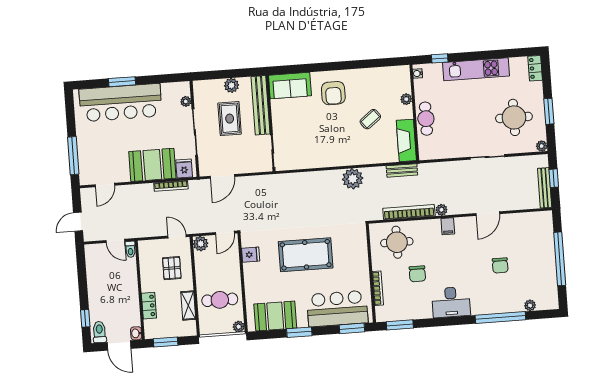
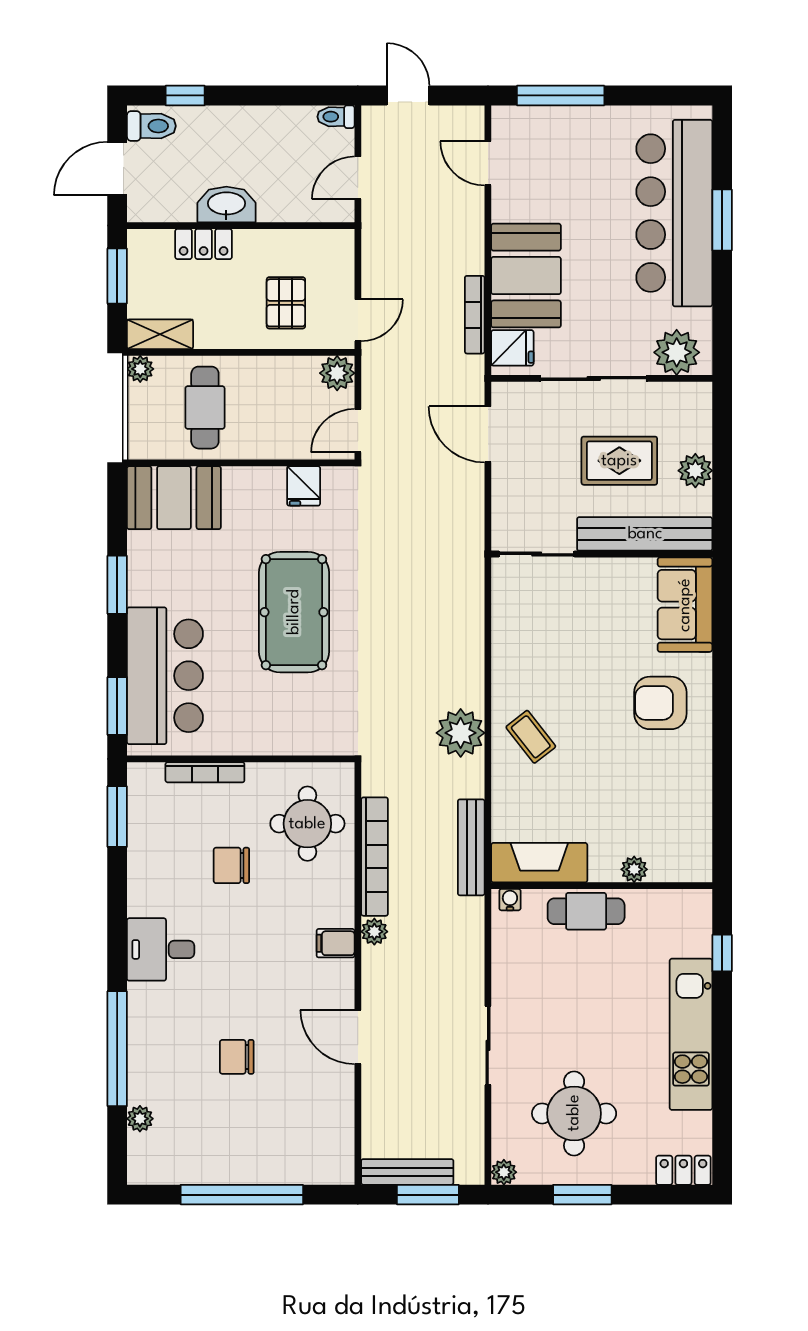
water cooler: (418, 74) -> (510, 900), moved
plant: (186, 101) -> (677, 352), width x1.88, depth x1.88
coffee table: (370, 119) -> (531, 737), moved
bench: (402, 170) -> (471, 847), width x1.36
window: (554, 178) -> (428, 1195), width x1.50
door: (225, 233) -> (358, 431), hinge flipped
toilet: (130, 249) -> (336, 117), moved
pallet: (172, 268) -> (286, 303), turned 90
desk: (451, 302) -> (161, 949), width x0.73
shelving: (188, 305) -> (160, 334), moved
booth: (275, 316) -> (174, 498), moved, turned 90
plant: (239, 327) -> (140, 369), moved
washbasin: (136, 333) -> (226, 204), moved, width x1.91, depth x1.45

